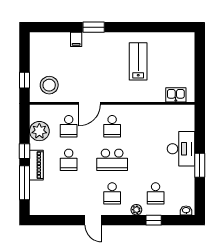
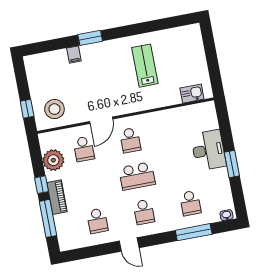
school desk: (69, 160) -> (97, 221), moved
plant: (136, 210) -> (173, 224), removed
window: (154, 220) -> (194, 232), width x2.17

